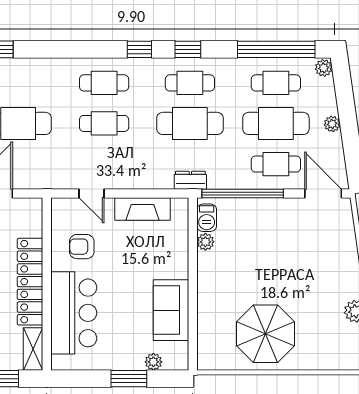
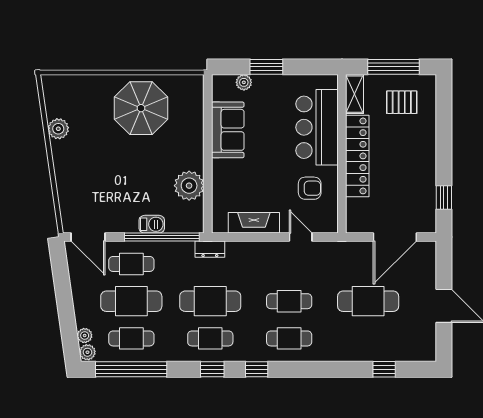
plant: (332, 124) -> (85, 336), moved
barbecue: (207, 218) -> (152, 224), moved, turned 90
plant: (205, 242) -> (189, 186), width x1.87, depth x1.87

